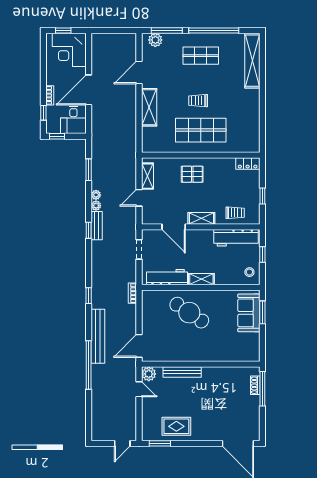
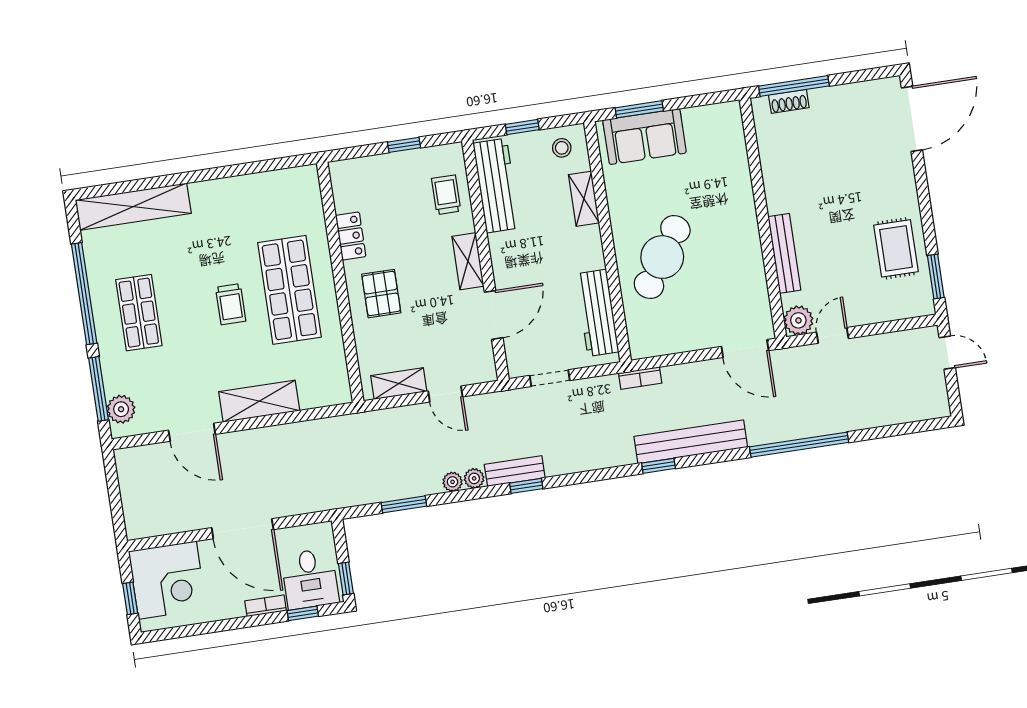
desk: (73, 120) -> (310, 579), moved, turned 90
locker: (248, 164) -> (351, 236), moved
shelving: (201, 279) -> (584, 199), moved
bench: (98, 336) -> (691, 442), moved

